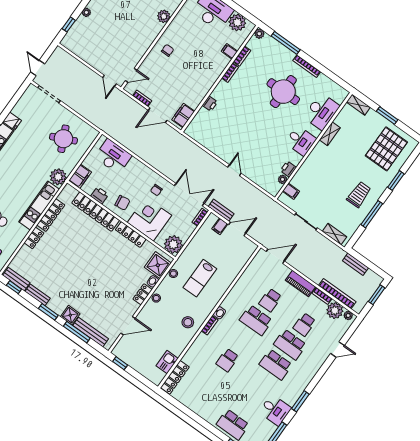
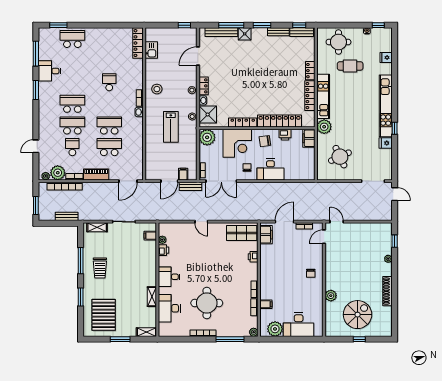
shop shelf: (205, 133) -> (242, 233), added
desk: (113, 156) -> (270, 170), moved
lab bench: (200, 278) -> (171, 127), turned 180
school desk: (270, 300) -> (109, 147), width x1.85

